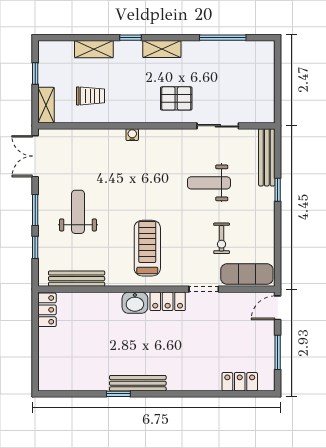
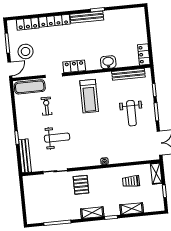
pallet: (176, 98) -> (81, 185), turned 90
washbasin: (135, 303) -> (108, 62), moved
stool: (248, 335) -> (26, 51), added
locker: (194, 382) -> (54, 21), added

